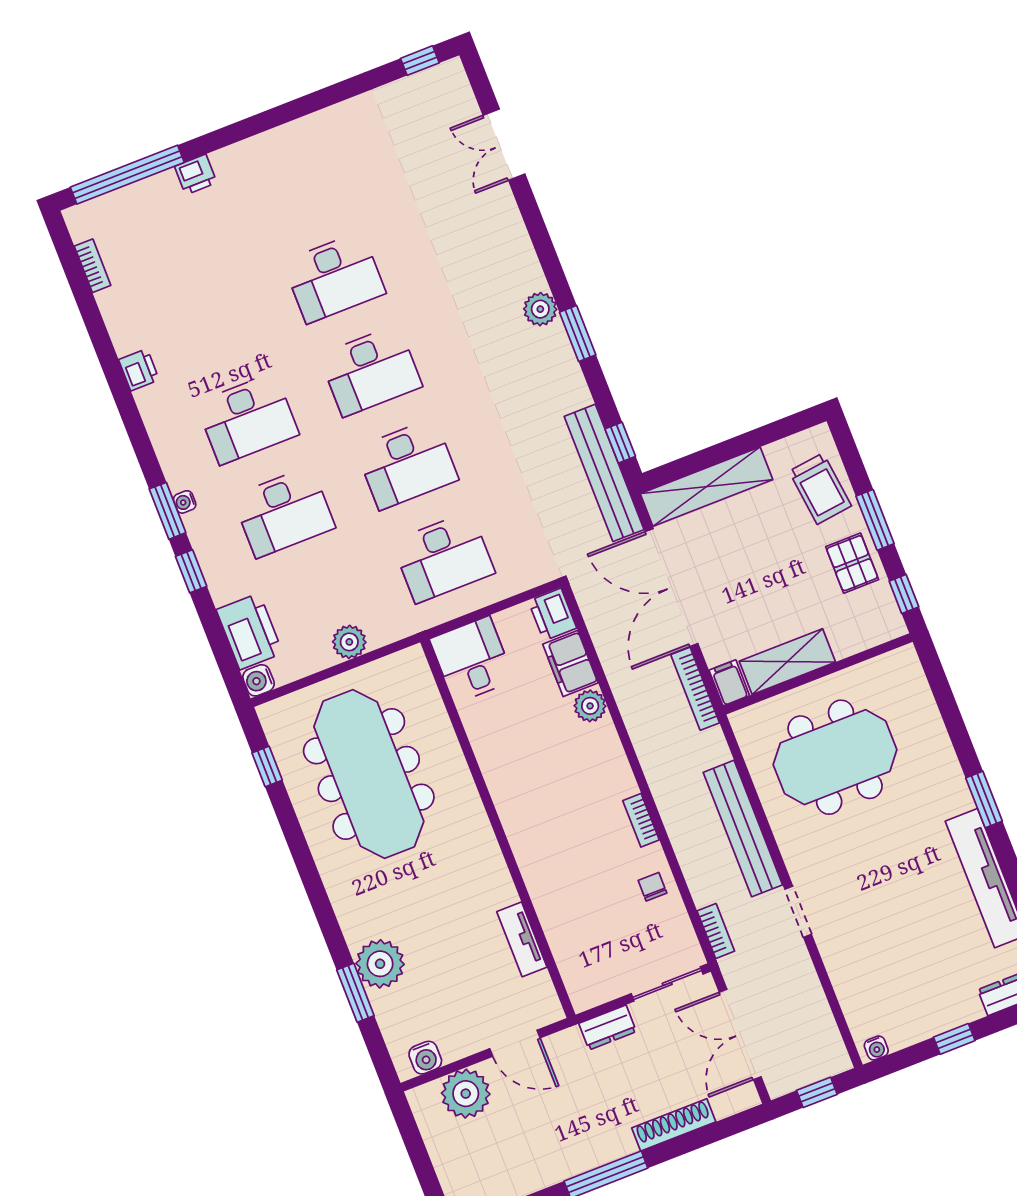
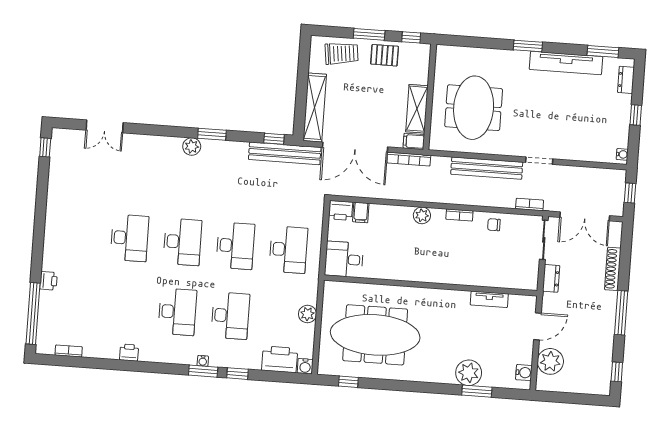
filing cabinet: (570, 663) -> (361, 212), width x0.50
plant: (590, 706) -> (422, 215), moved

